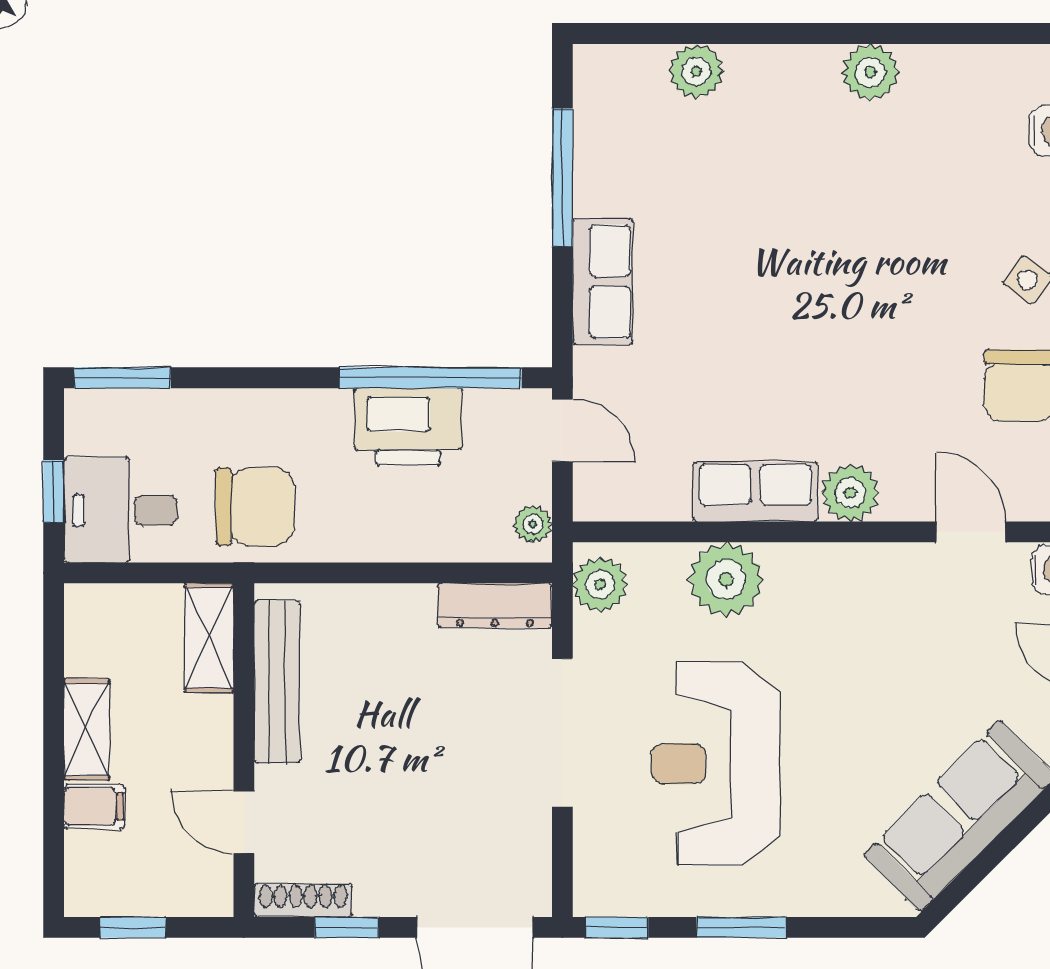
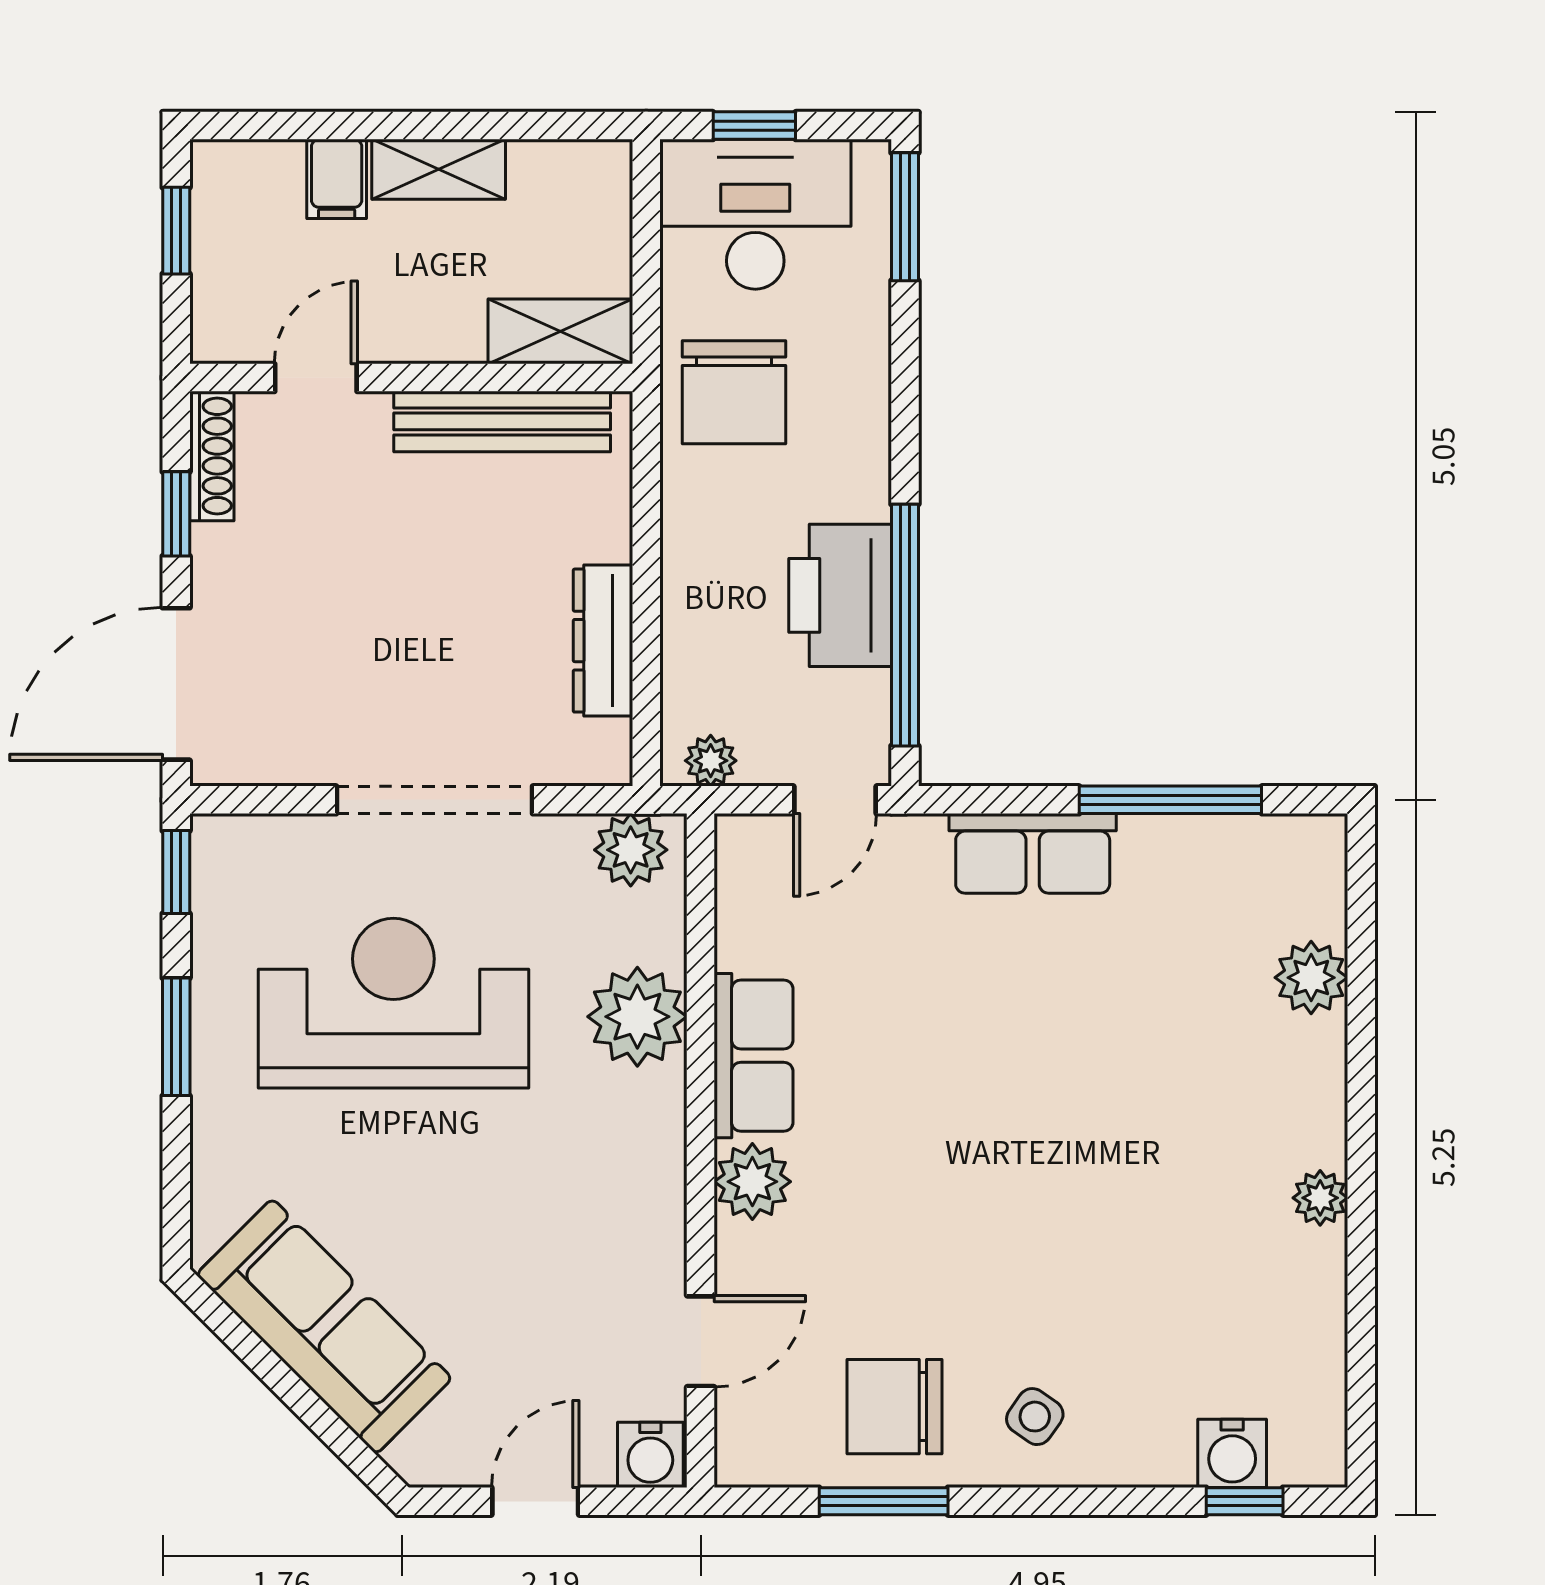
plant: (870, 72) -> (1320, 1198), width x0.73, depth x0.73
desk: (121, 510) -> (755, 214), width x1.37
dresser: (495, 606) -> (603, 641), moved

